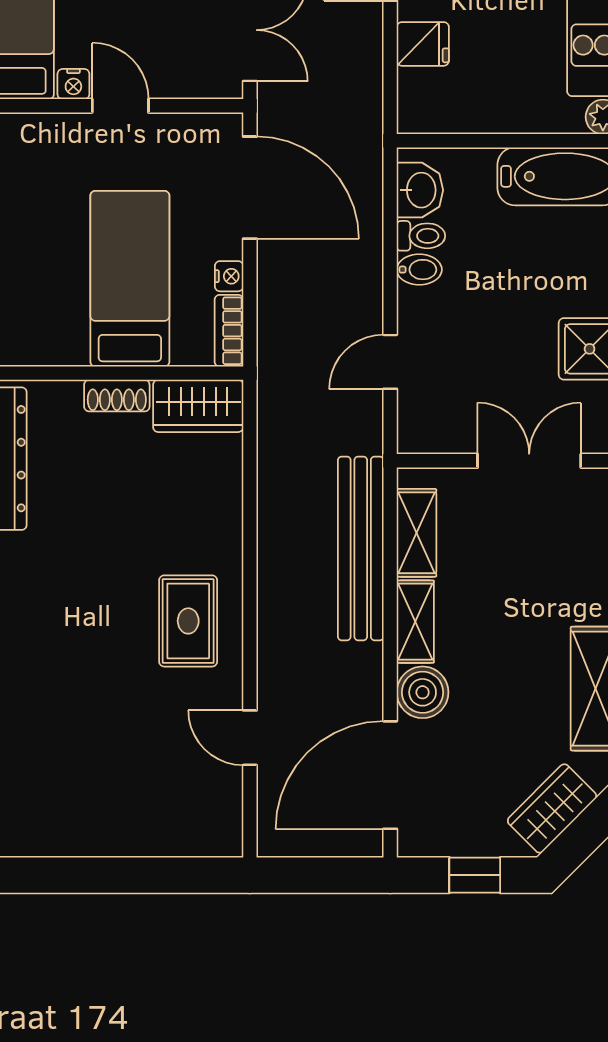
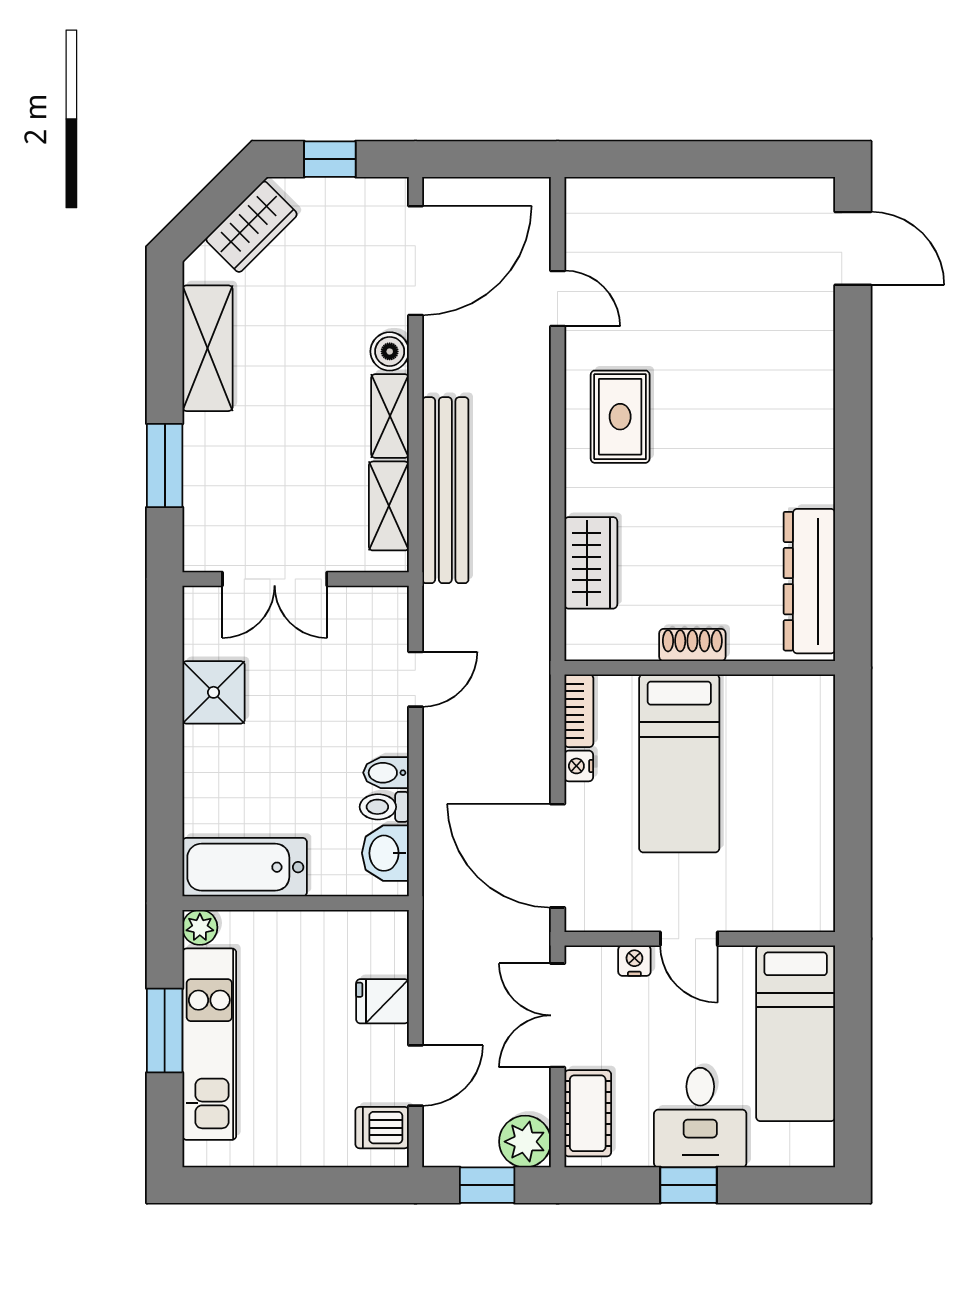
nightstand: (73, 84) -> (634, 961), moved
wardrobe: (198, 406) -> (591, 563), moved, turned 90
boiler: (423, 692) -> (390, 351), width x0.73, depth x0.73

